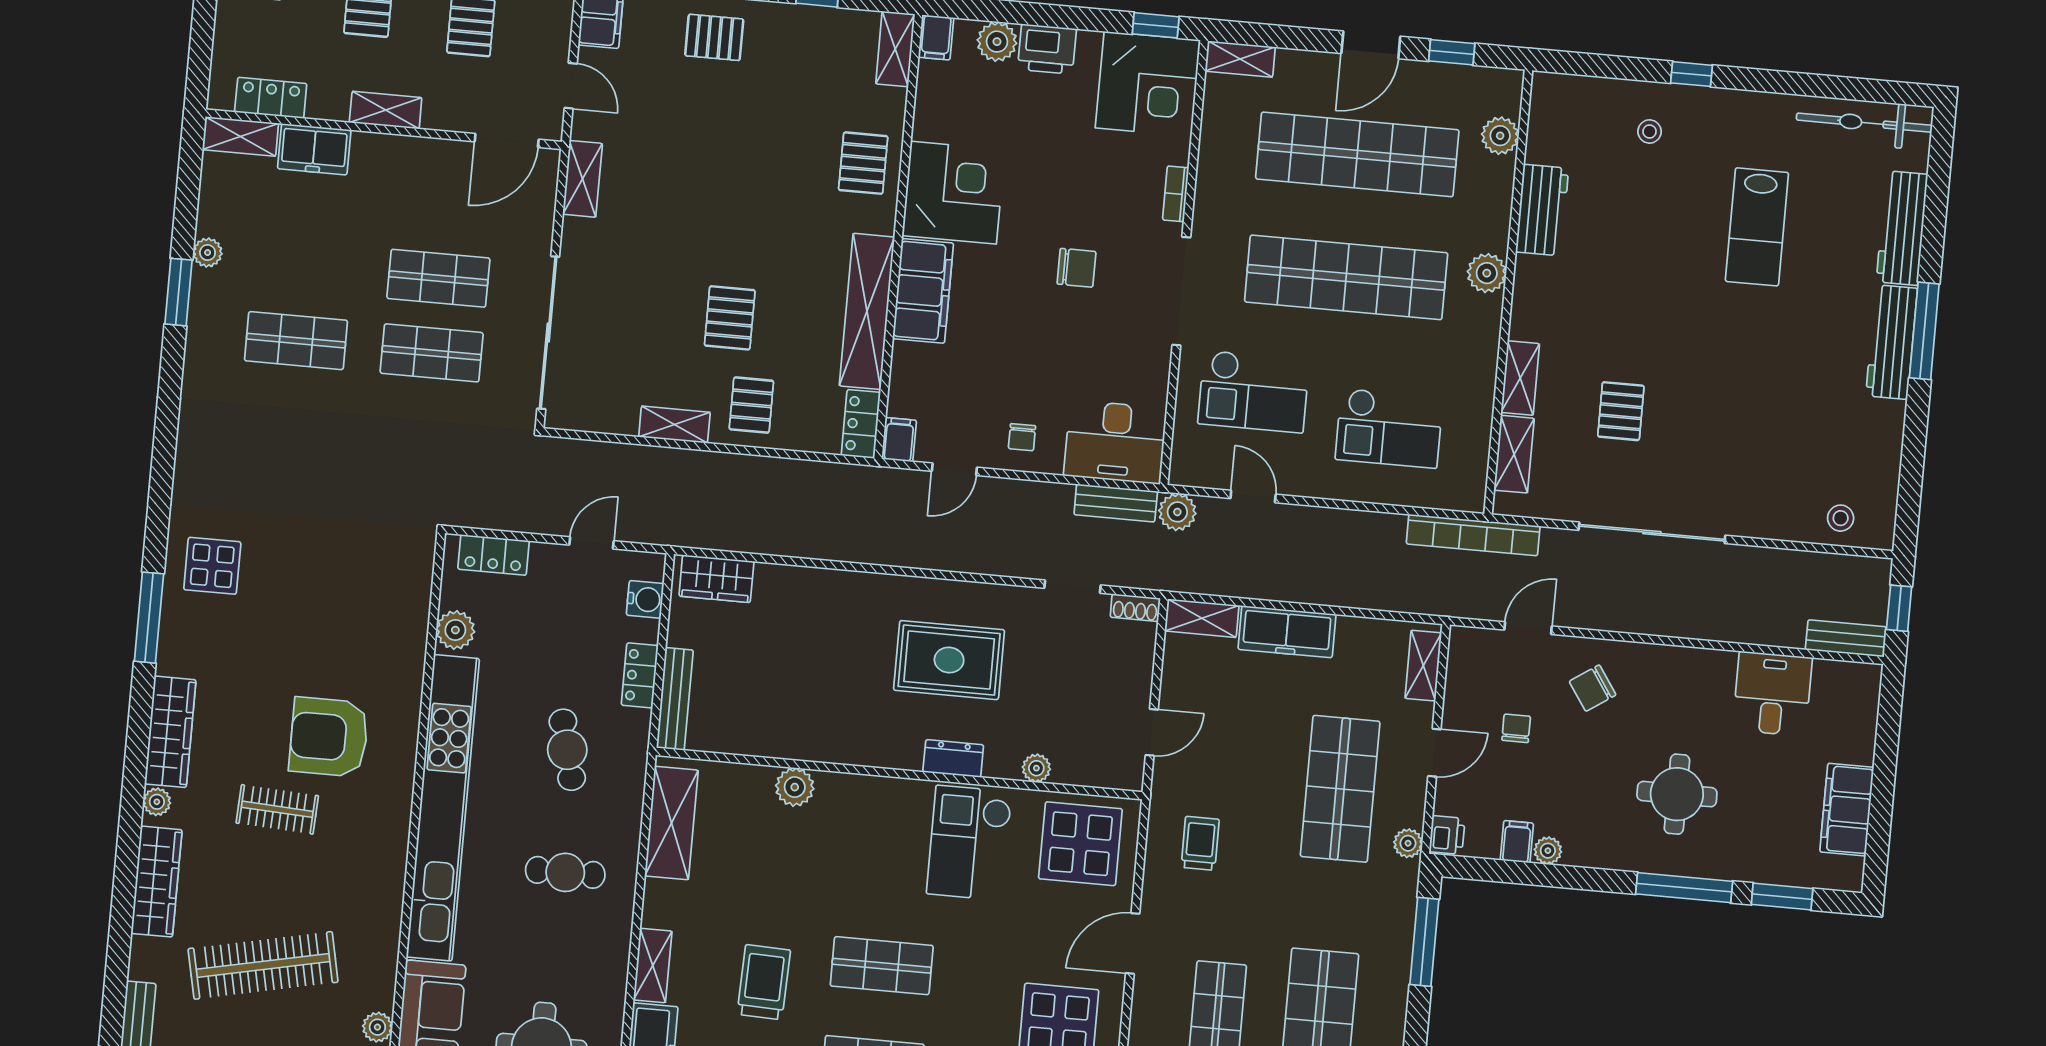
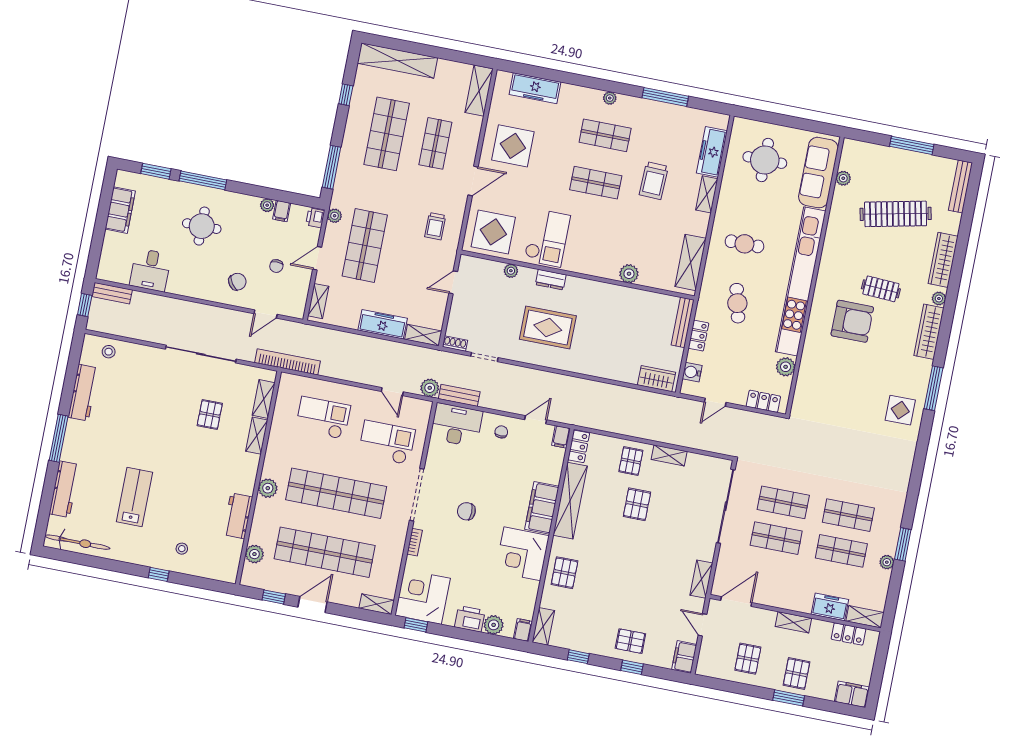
shop shelf: (303, 266) -> (841, 551), added
workbench: (1892, 342) -> (83, 393), moved

